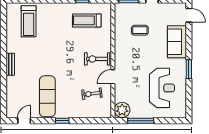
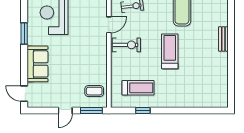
treadmill: (29, 21) -> (170, 51), moved
coffee table: (140, 30) -> (94, 91), moved

